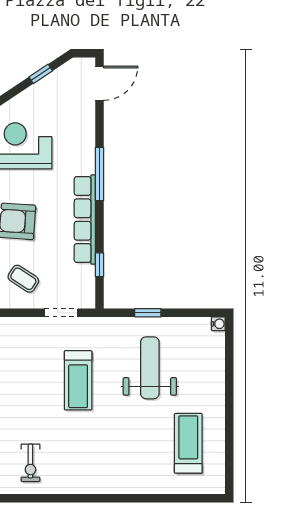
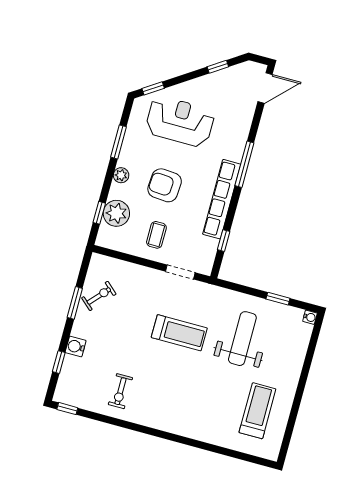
coffee table: (23, 279) -> (156, 235), turned 57
window: (148, 313) -> (278, 299), moved
treadmill: (78, 380) -> (179, 333), turned -90

